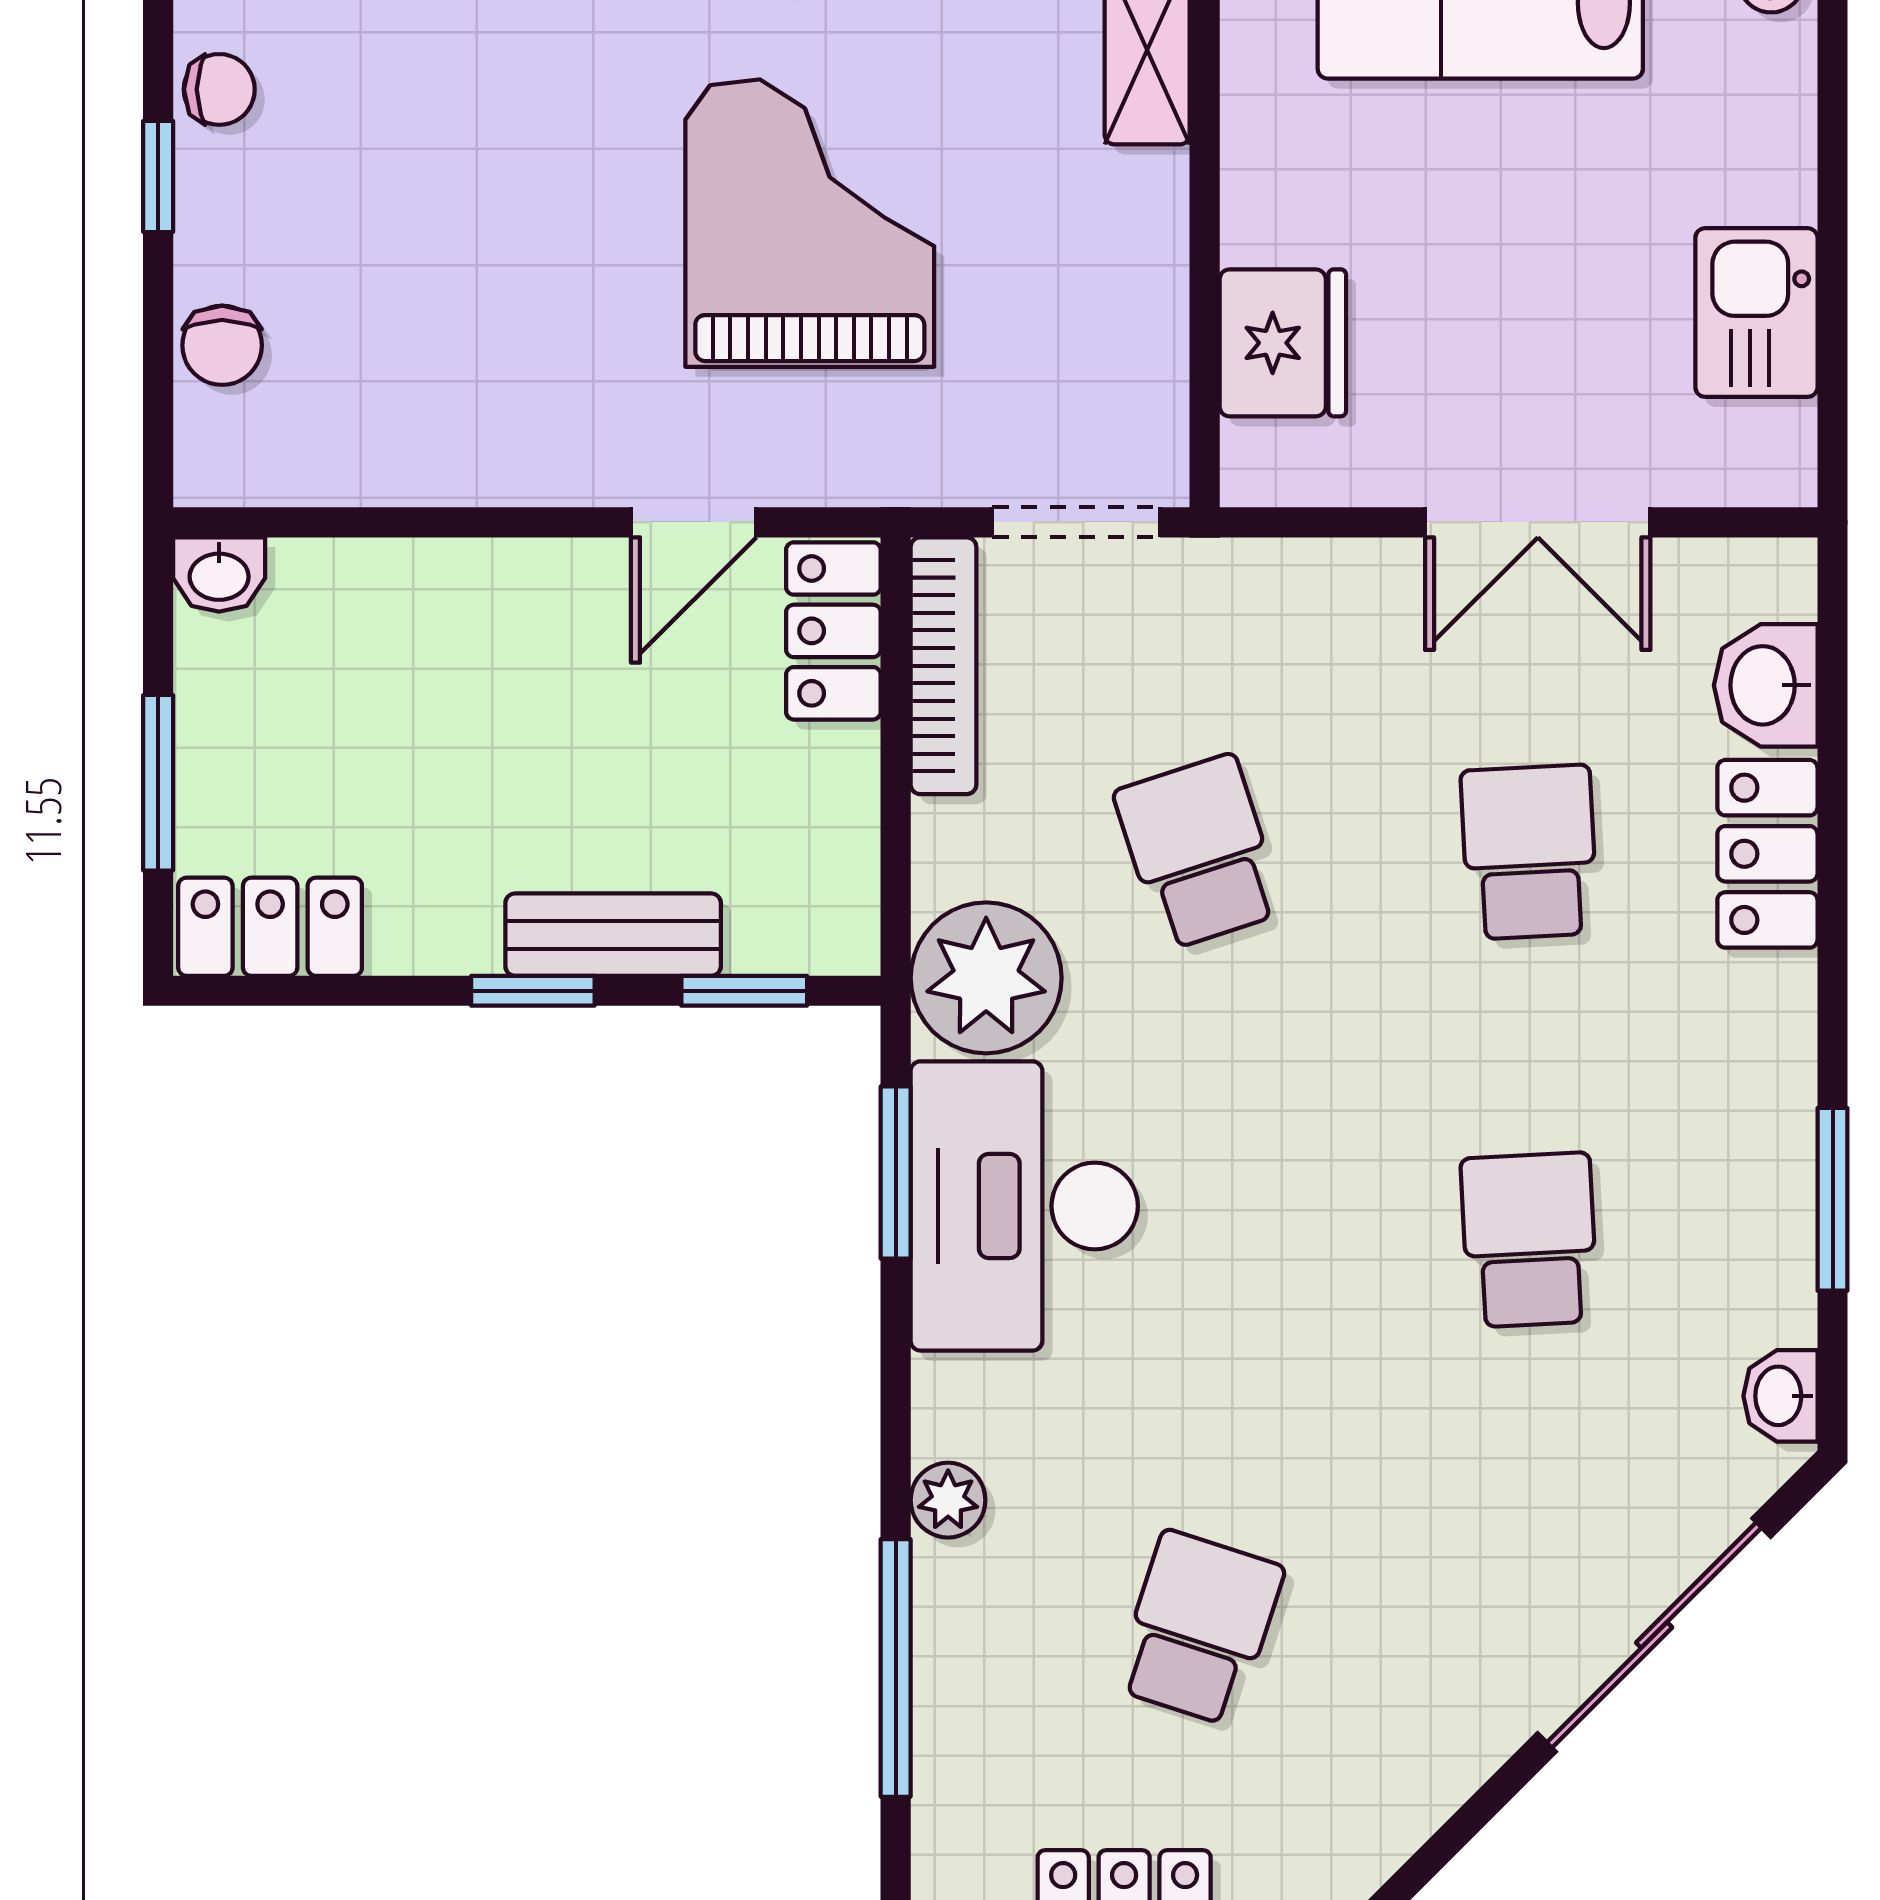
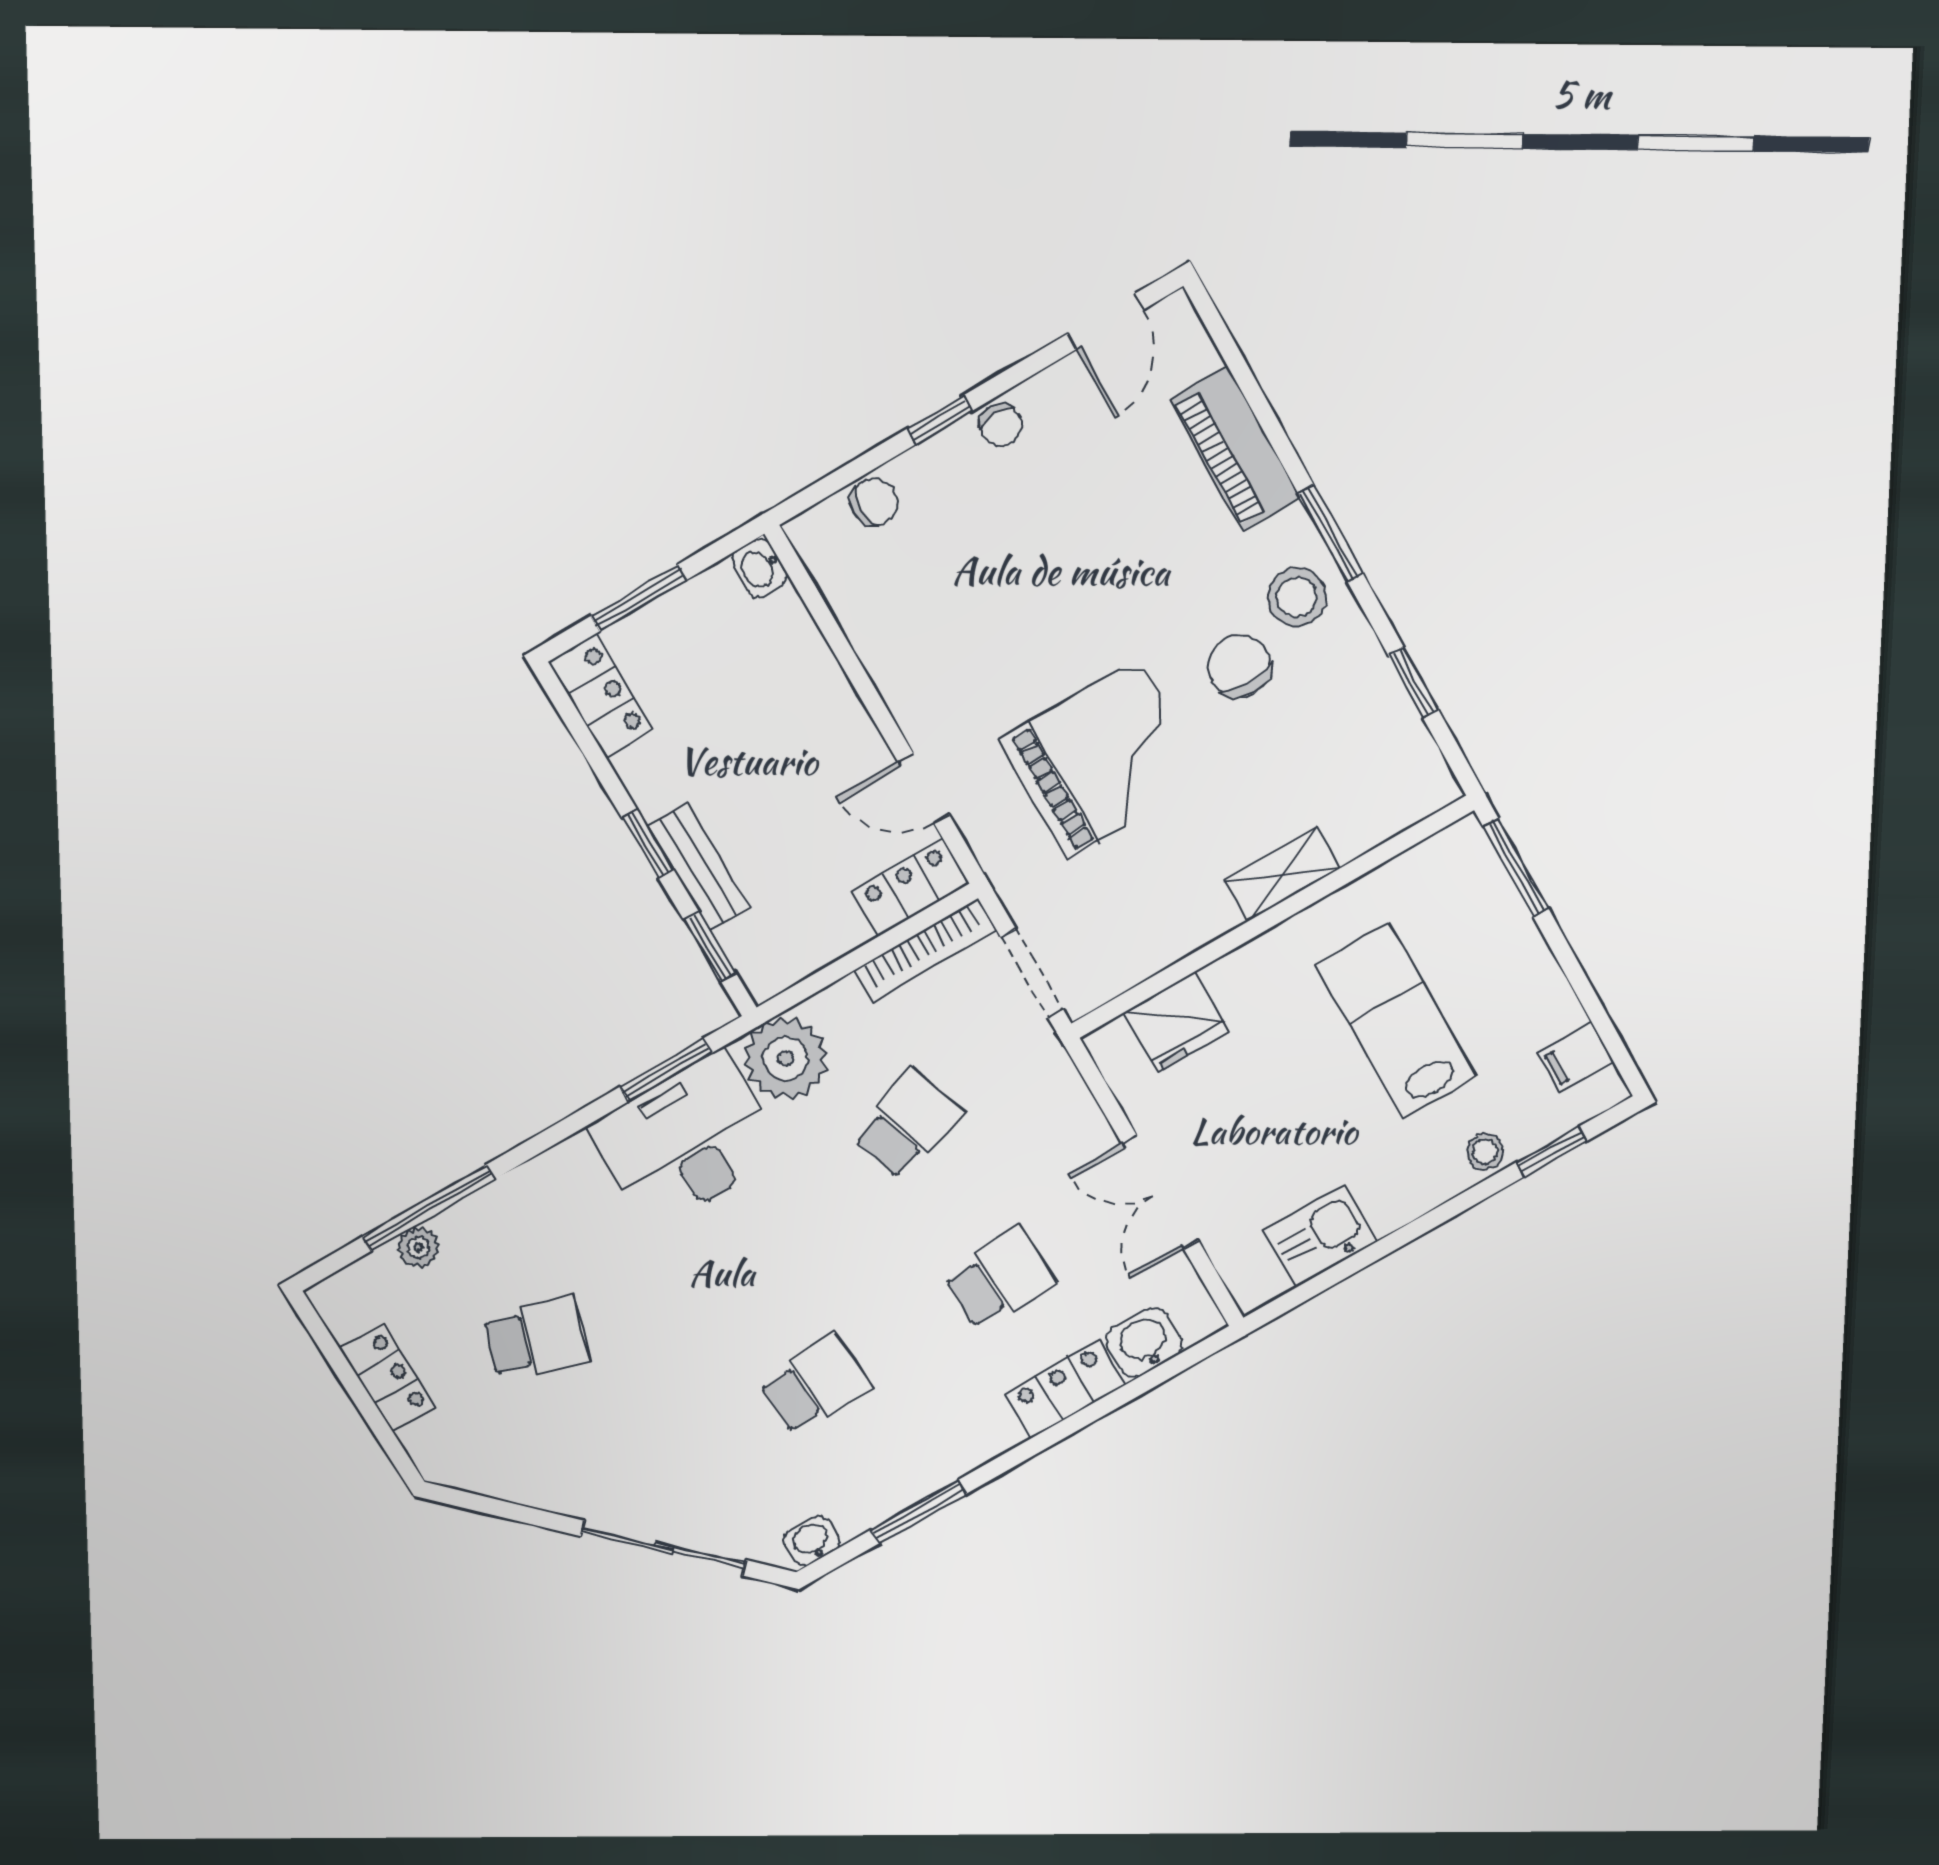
chair: (222, 345) -> (874, 502), turned 180
plant: (948, 1500) -> (418, 1247), moved

